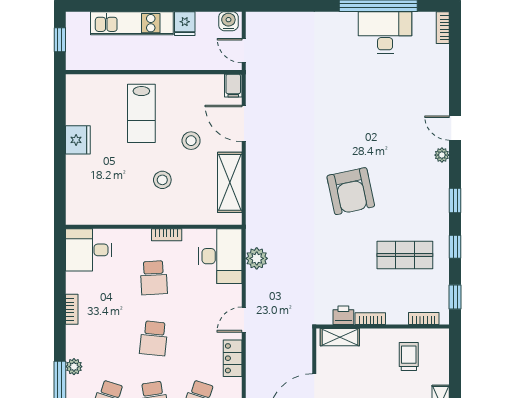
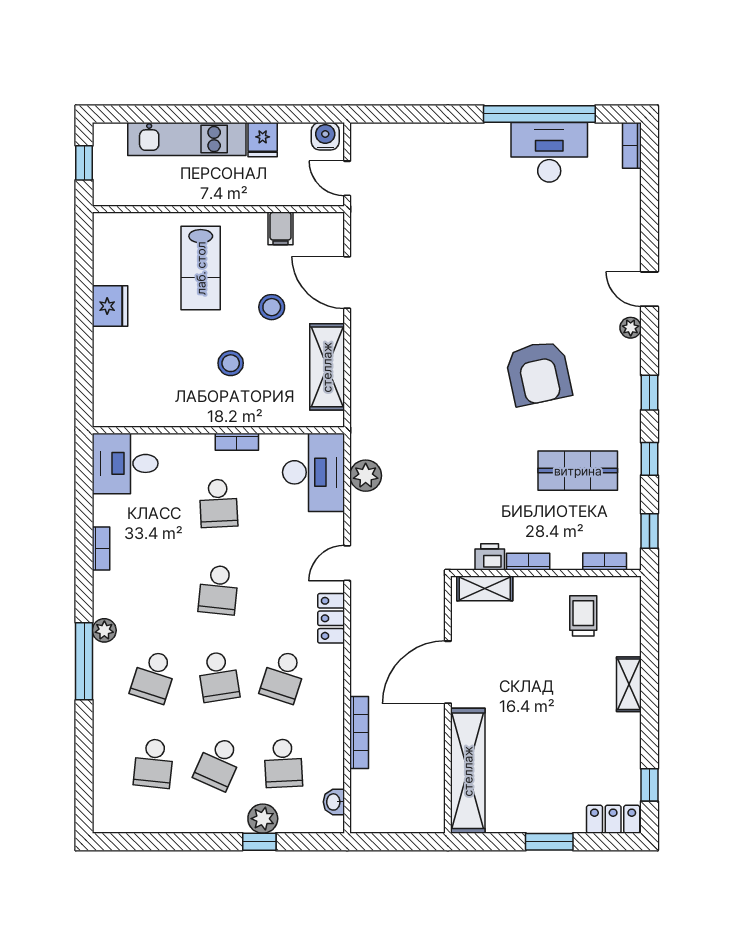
filing cabinet: (233, 86) -> (281, 228), moved
armchair: (351, 191) -> (538, 373), moved

